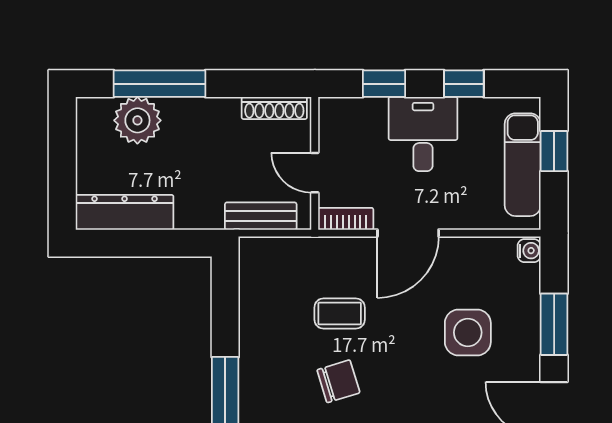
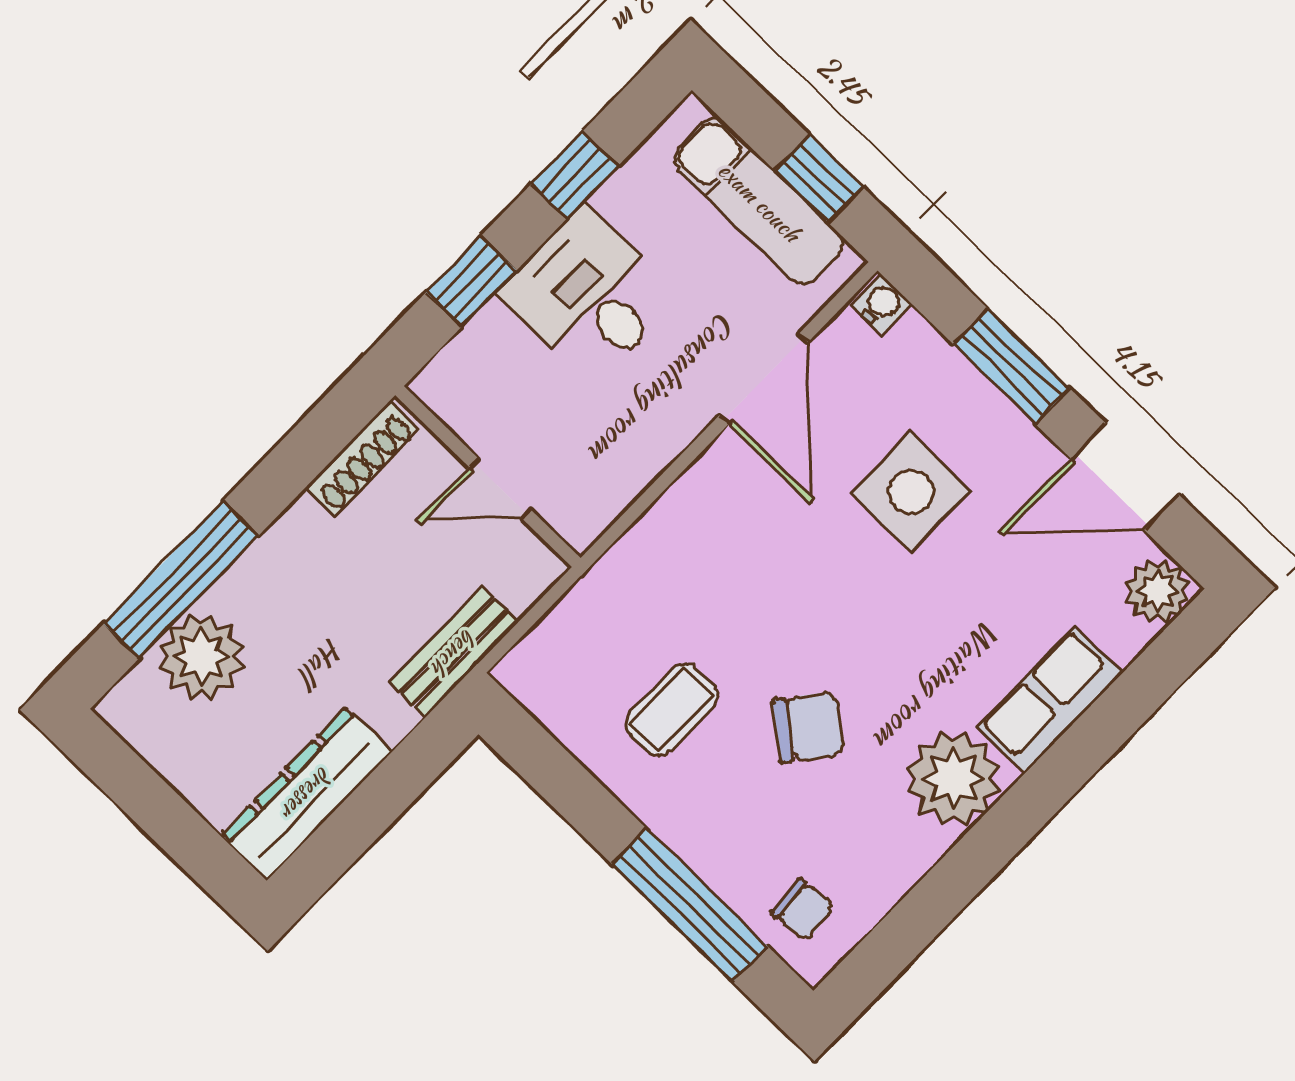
window: (554, 151) -> (819, 179), moved
bench: (261, 216) -> (454, 652), moved
bookcase: (346, 219) -> (602, 507), removed
door: (408, 233) -> (764, 379), moved
coffee table: (340, 314) -> (672, 710), moved
chair: (338, 381) -> (808, 727), turned 55

